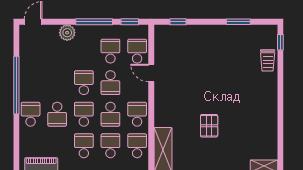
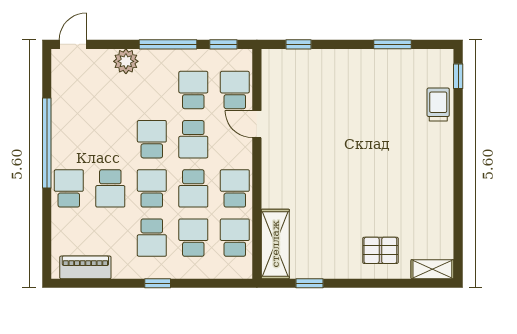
trolley: (268, 60) -> (438, 105), turned 180
pallet: (209, 126) -> (380, 250), moved, turned 90
school desk: (84, 146) -> (152, 238), turned 180

